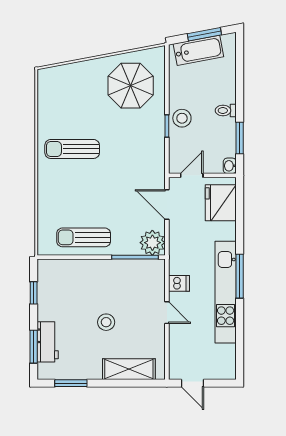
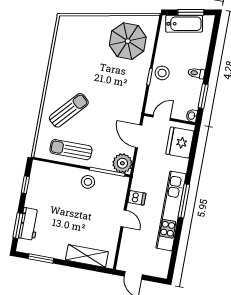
sun lounger: (72, 149) -> (69, 110), moved, turned 132
stool: (106, 322) -> (88, 182), moved

